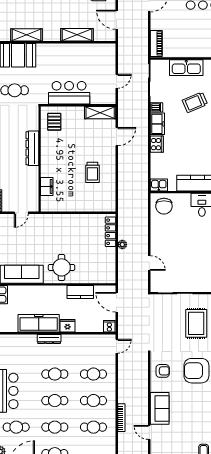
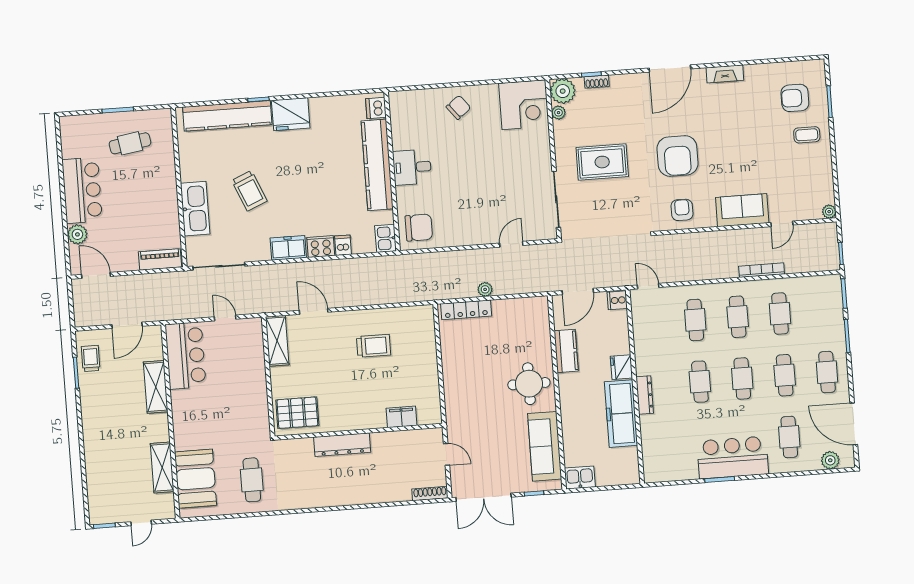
bar counter: (69, 93) -> (185, 356), moved, turned 180
dishwasher: (157, 107) -> (343, 245), moved
pallet: (54, 122) -> (297, 413), width x1.50, depth x1.42

